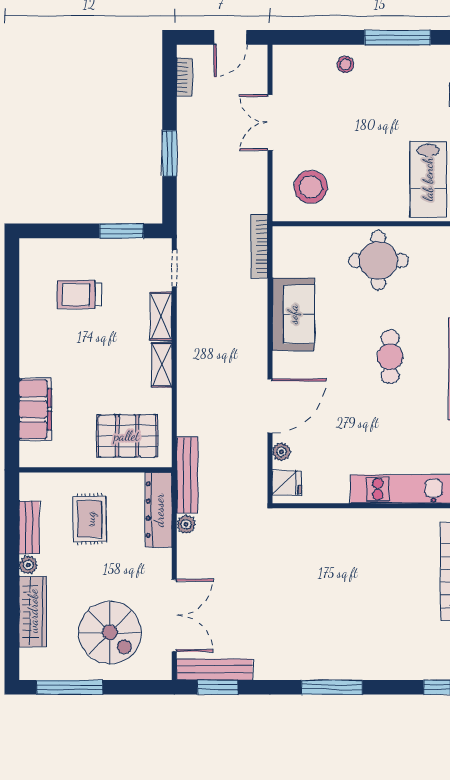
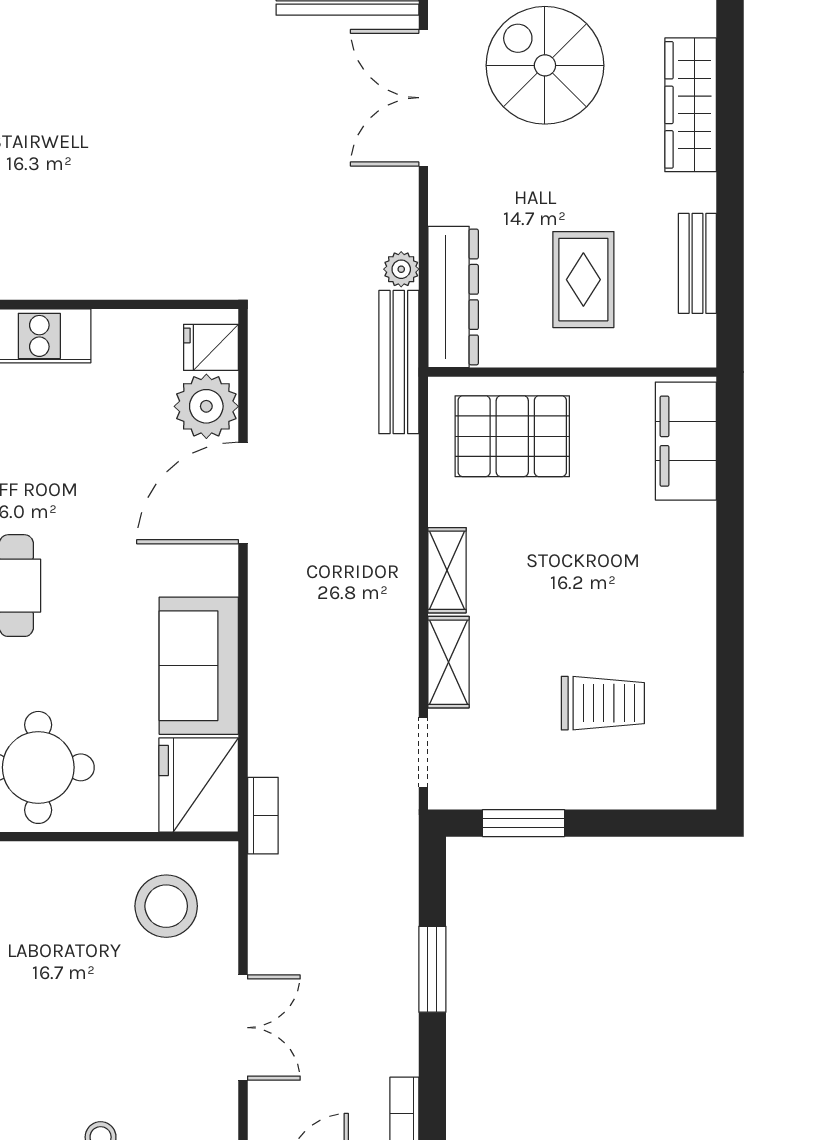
bookcase: (259, 246) -> (263, 816), width x0.64
fridge: (293, 251) -> (199, 785), added
filing cabinet: (35, 409) -> (686, 441), moved
plant: (281, 452) -> (206, 406), width x1.88, depth x1.88
plant: (28, 565) -> (699, 193), removed

